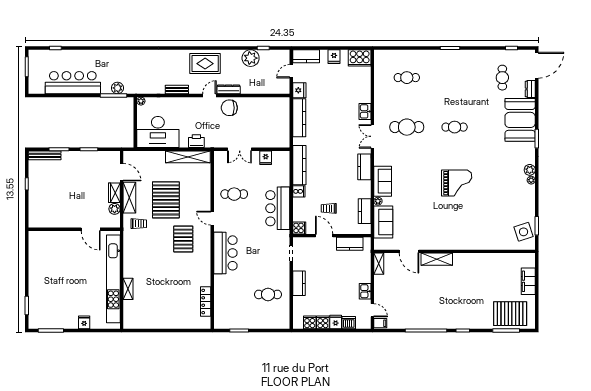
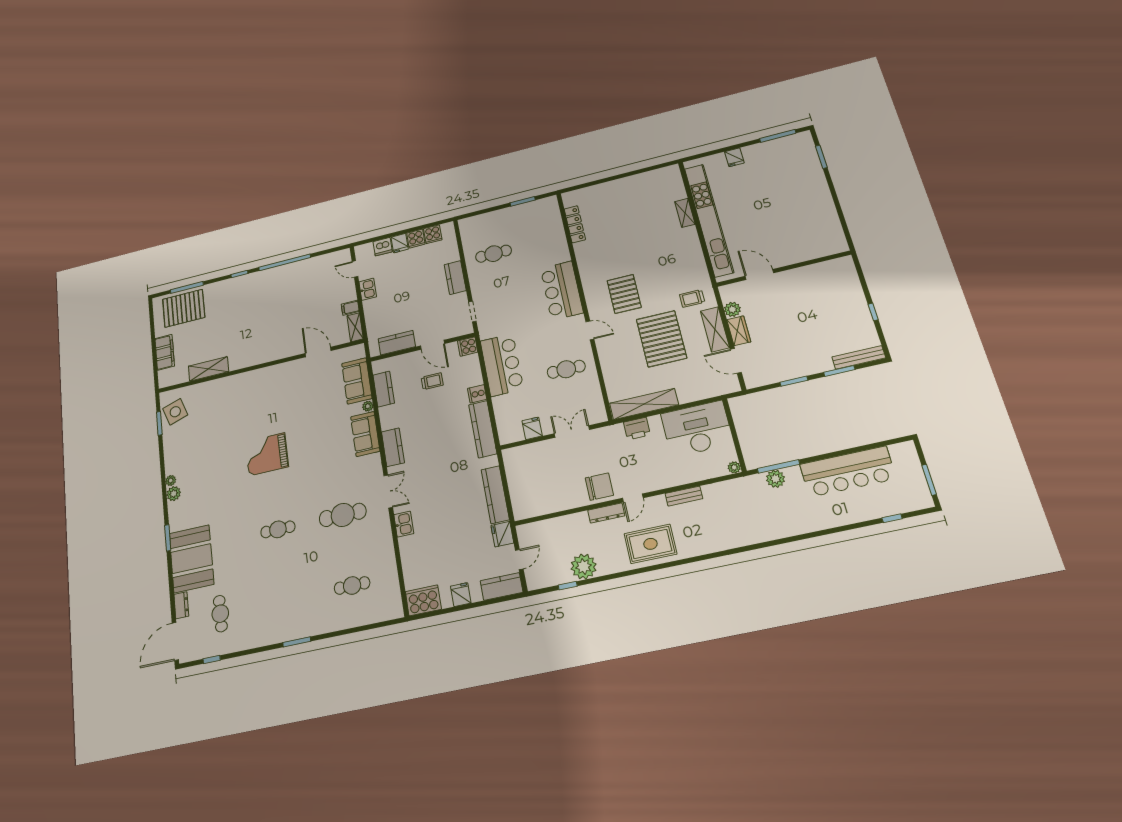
shelving: (437, 259) -> (208, 369), moved
filing cabinet: (380, 323) -> (350, 308), moved

